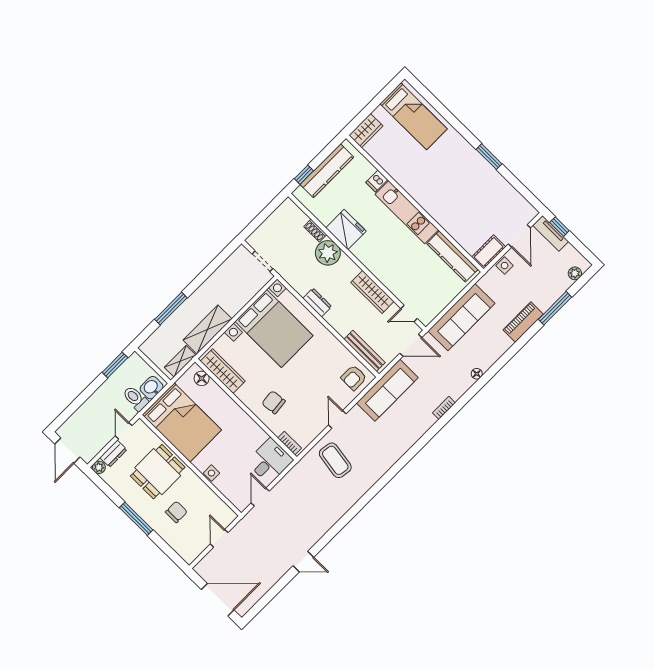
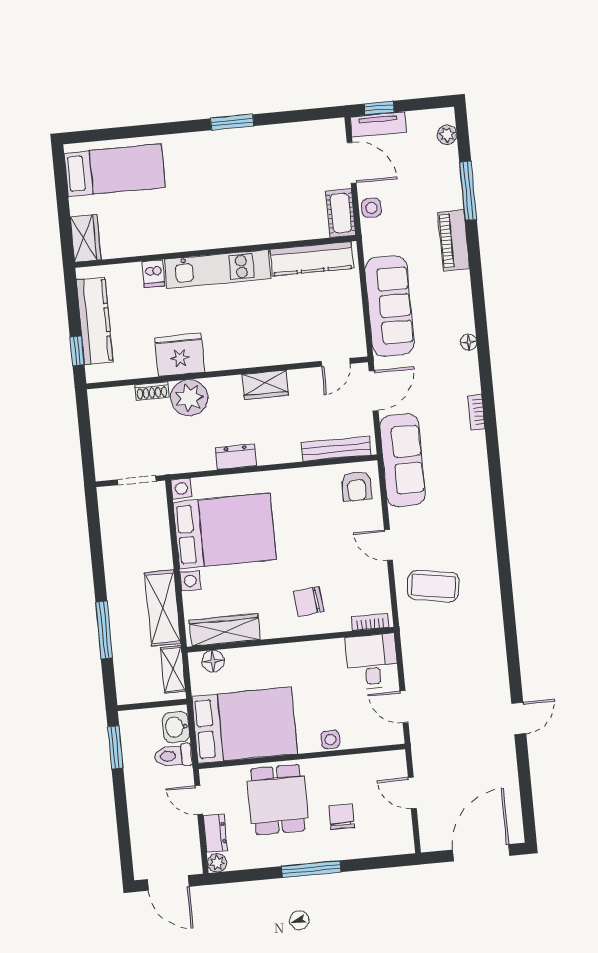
wardrobe: (372, 292) -> (265, 385), width x0.67

